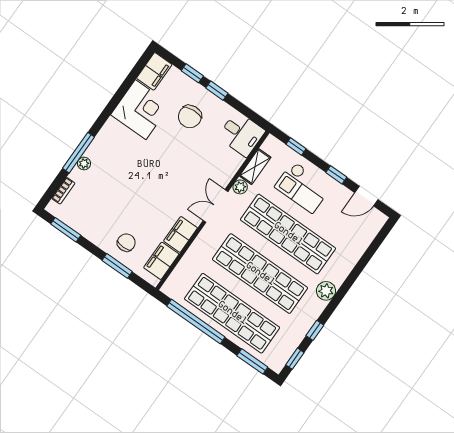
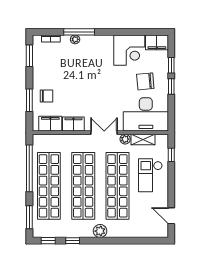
desk: (241, 134) -> (146, 114), width x1.87, depth x1.30
window: (336, 175) -> (171, 190), removed

